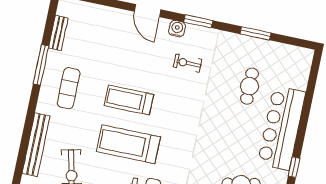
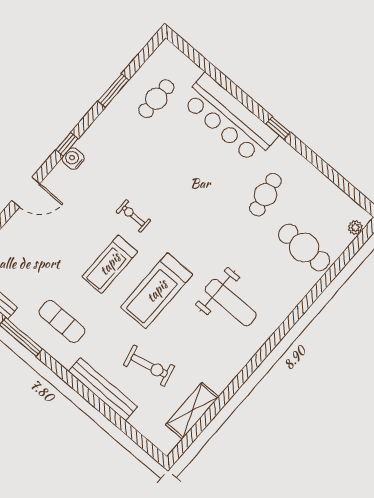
window: (198, 21) -> (67, 144), width x0.67
water cooler: (177, 29) -> (73, 159), moved
exercise bike: (188, 63) -> (133, 216), moved, turned 90
cafe table: (250, 86) -> (156, 99), moved, turned 90

